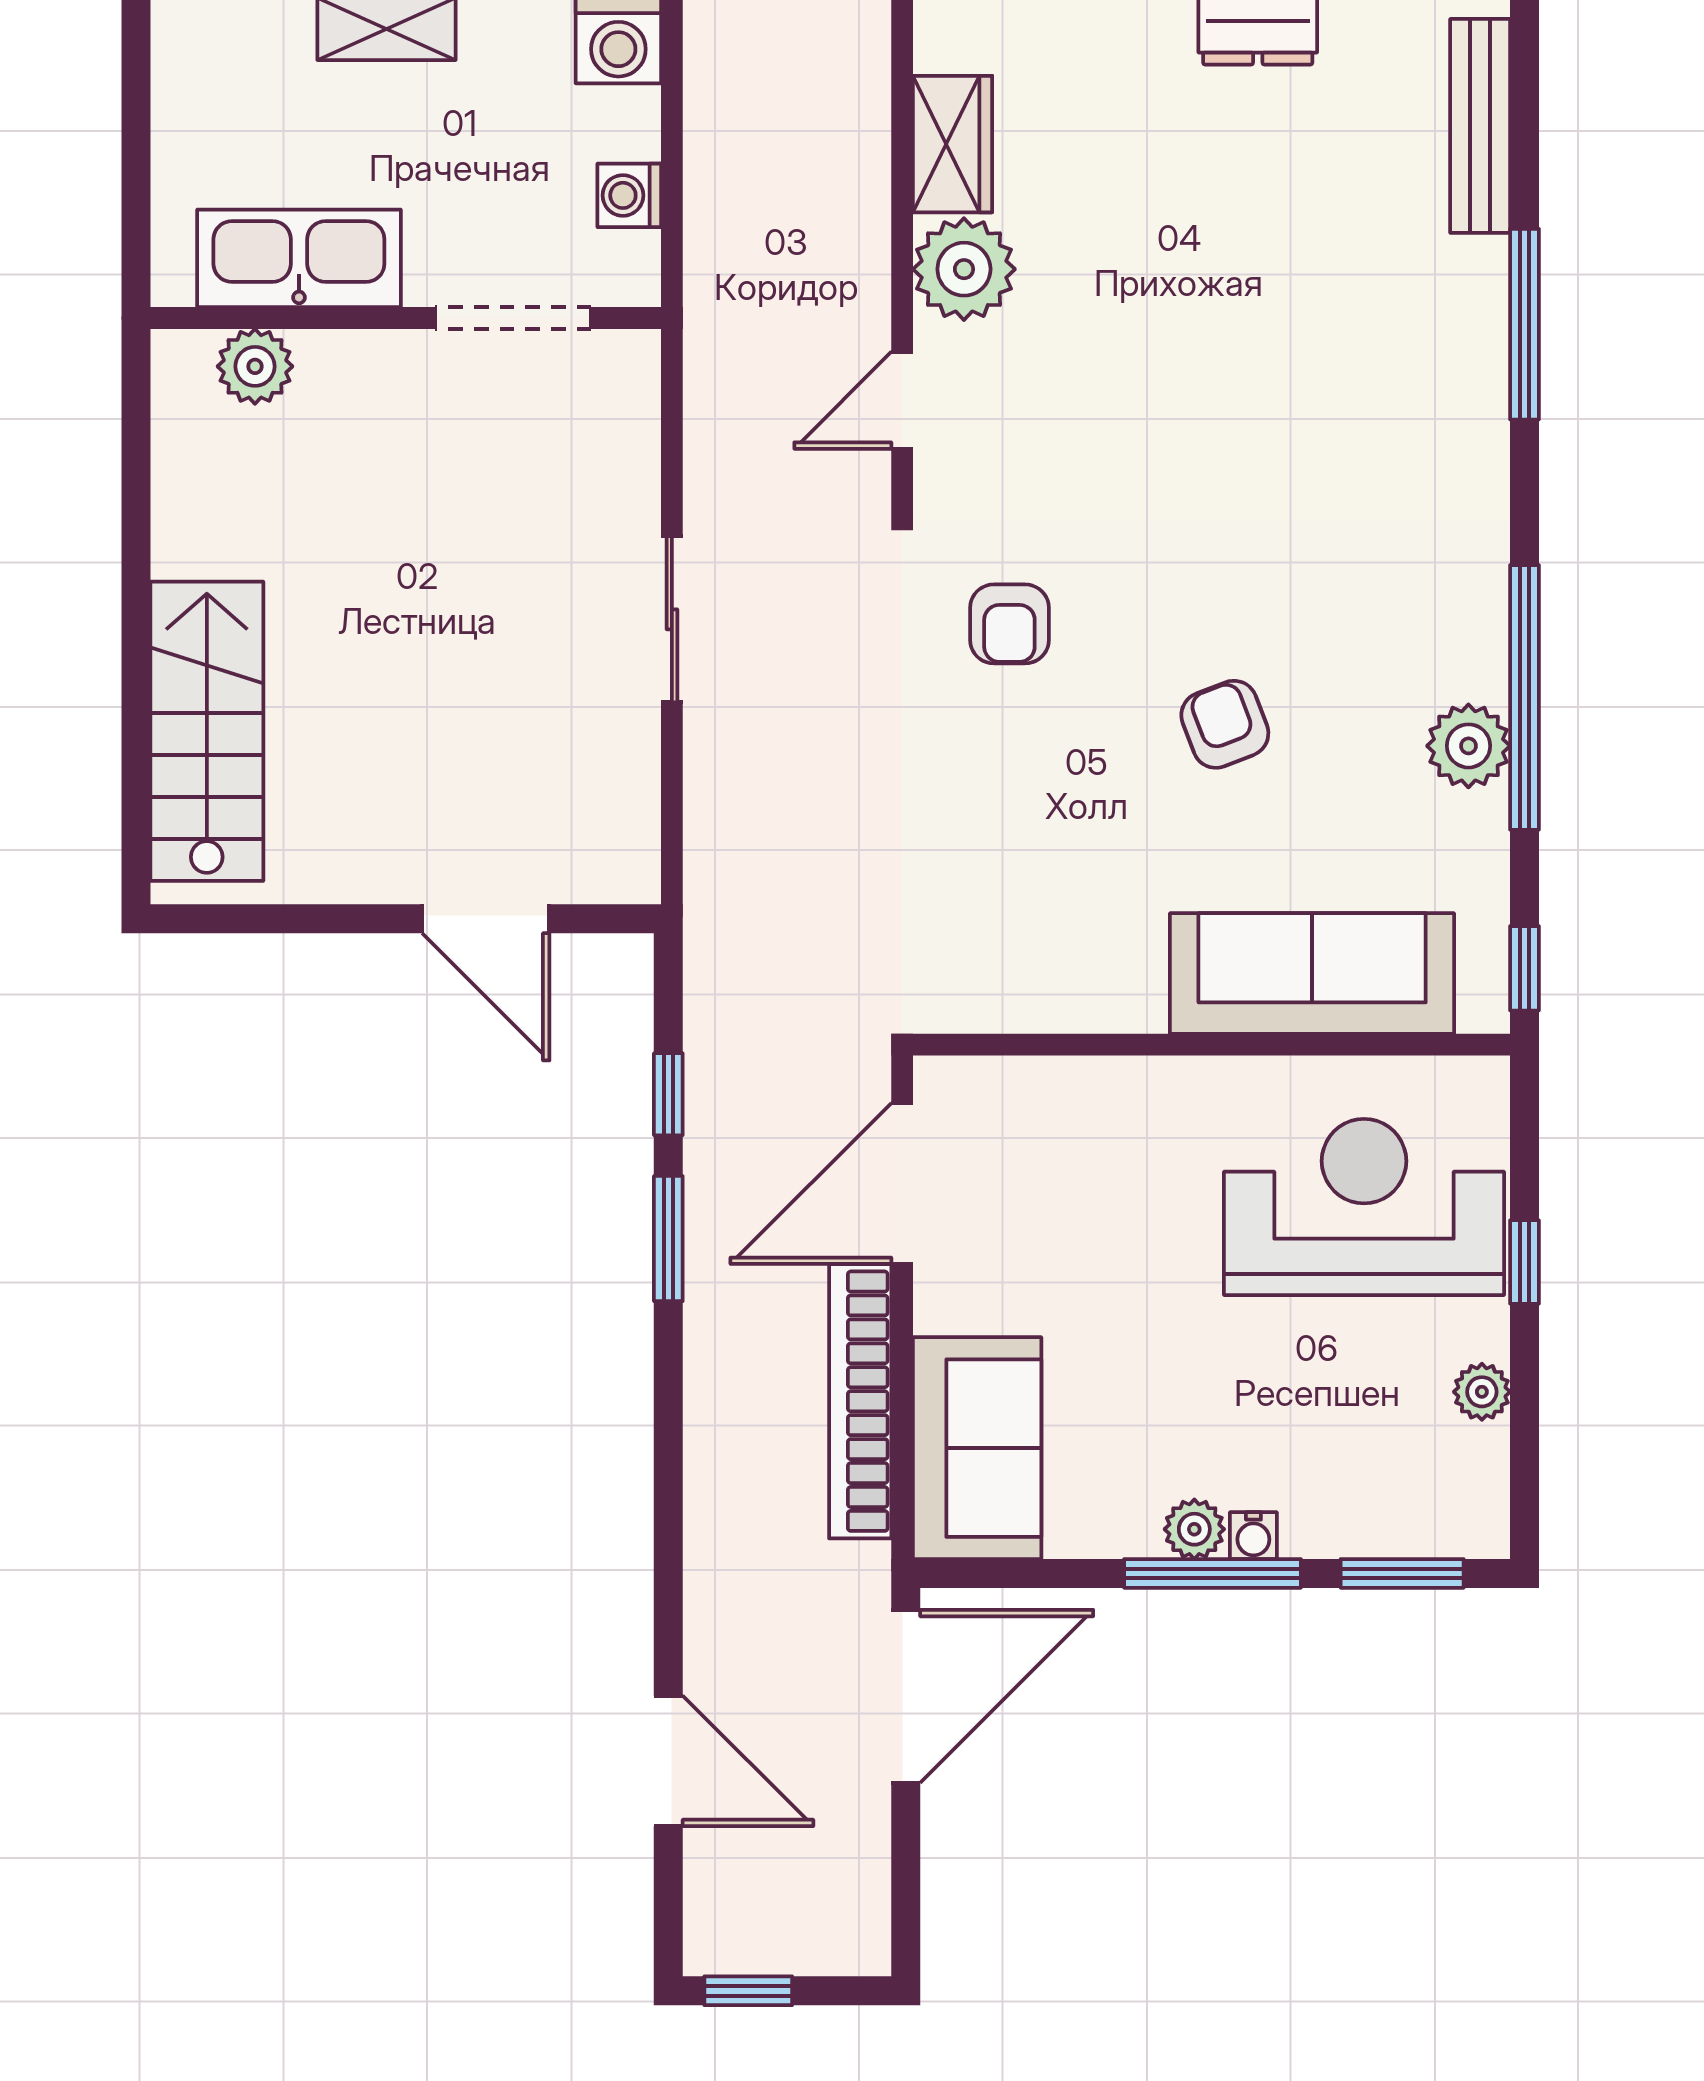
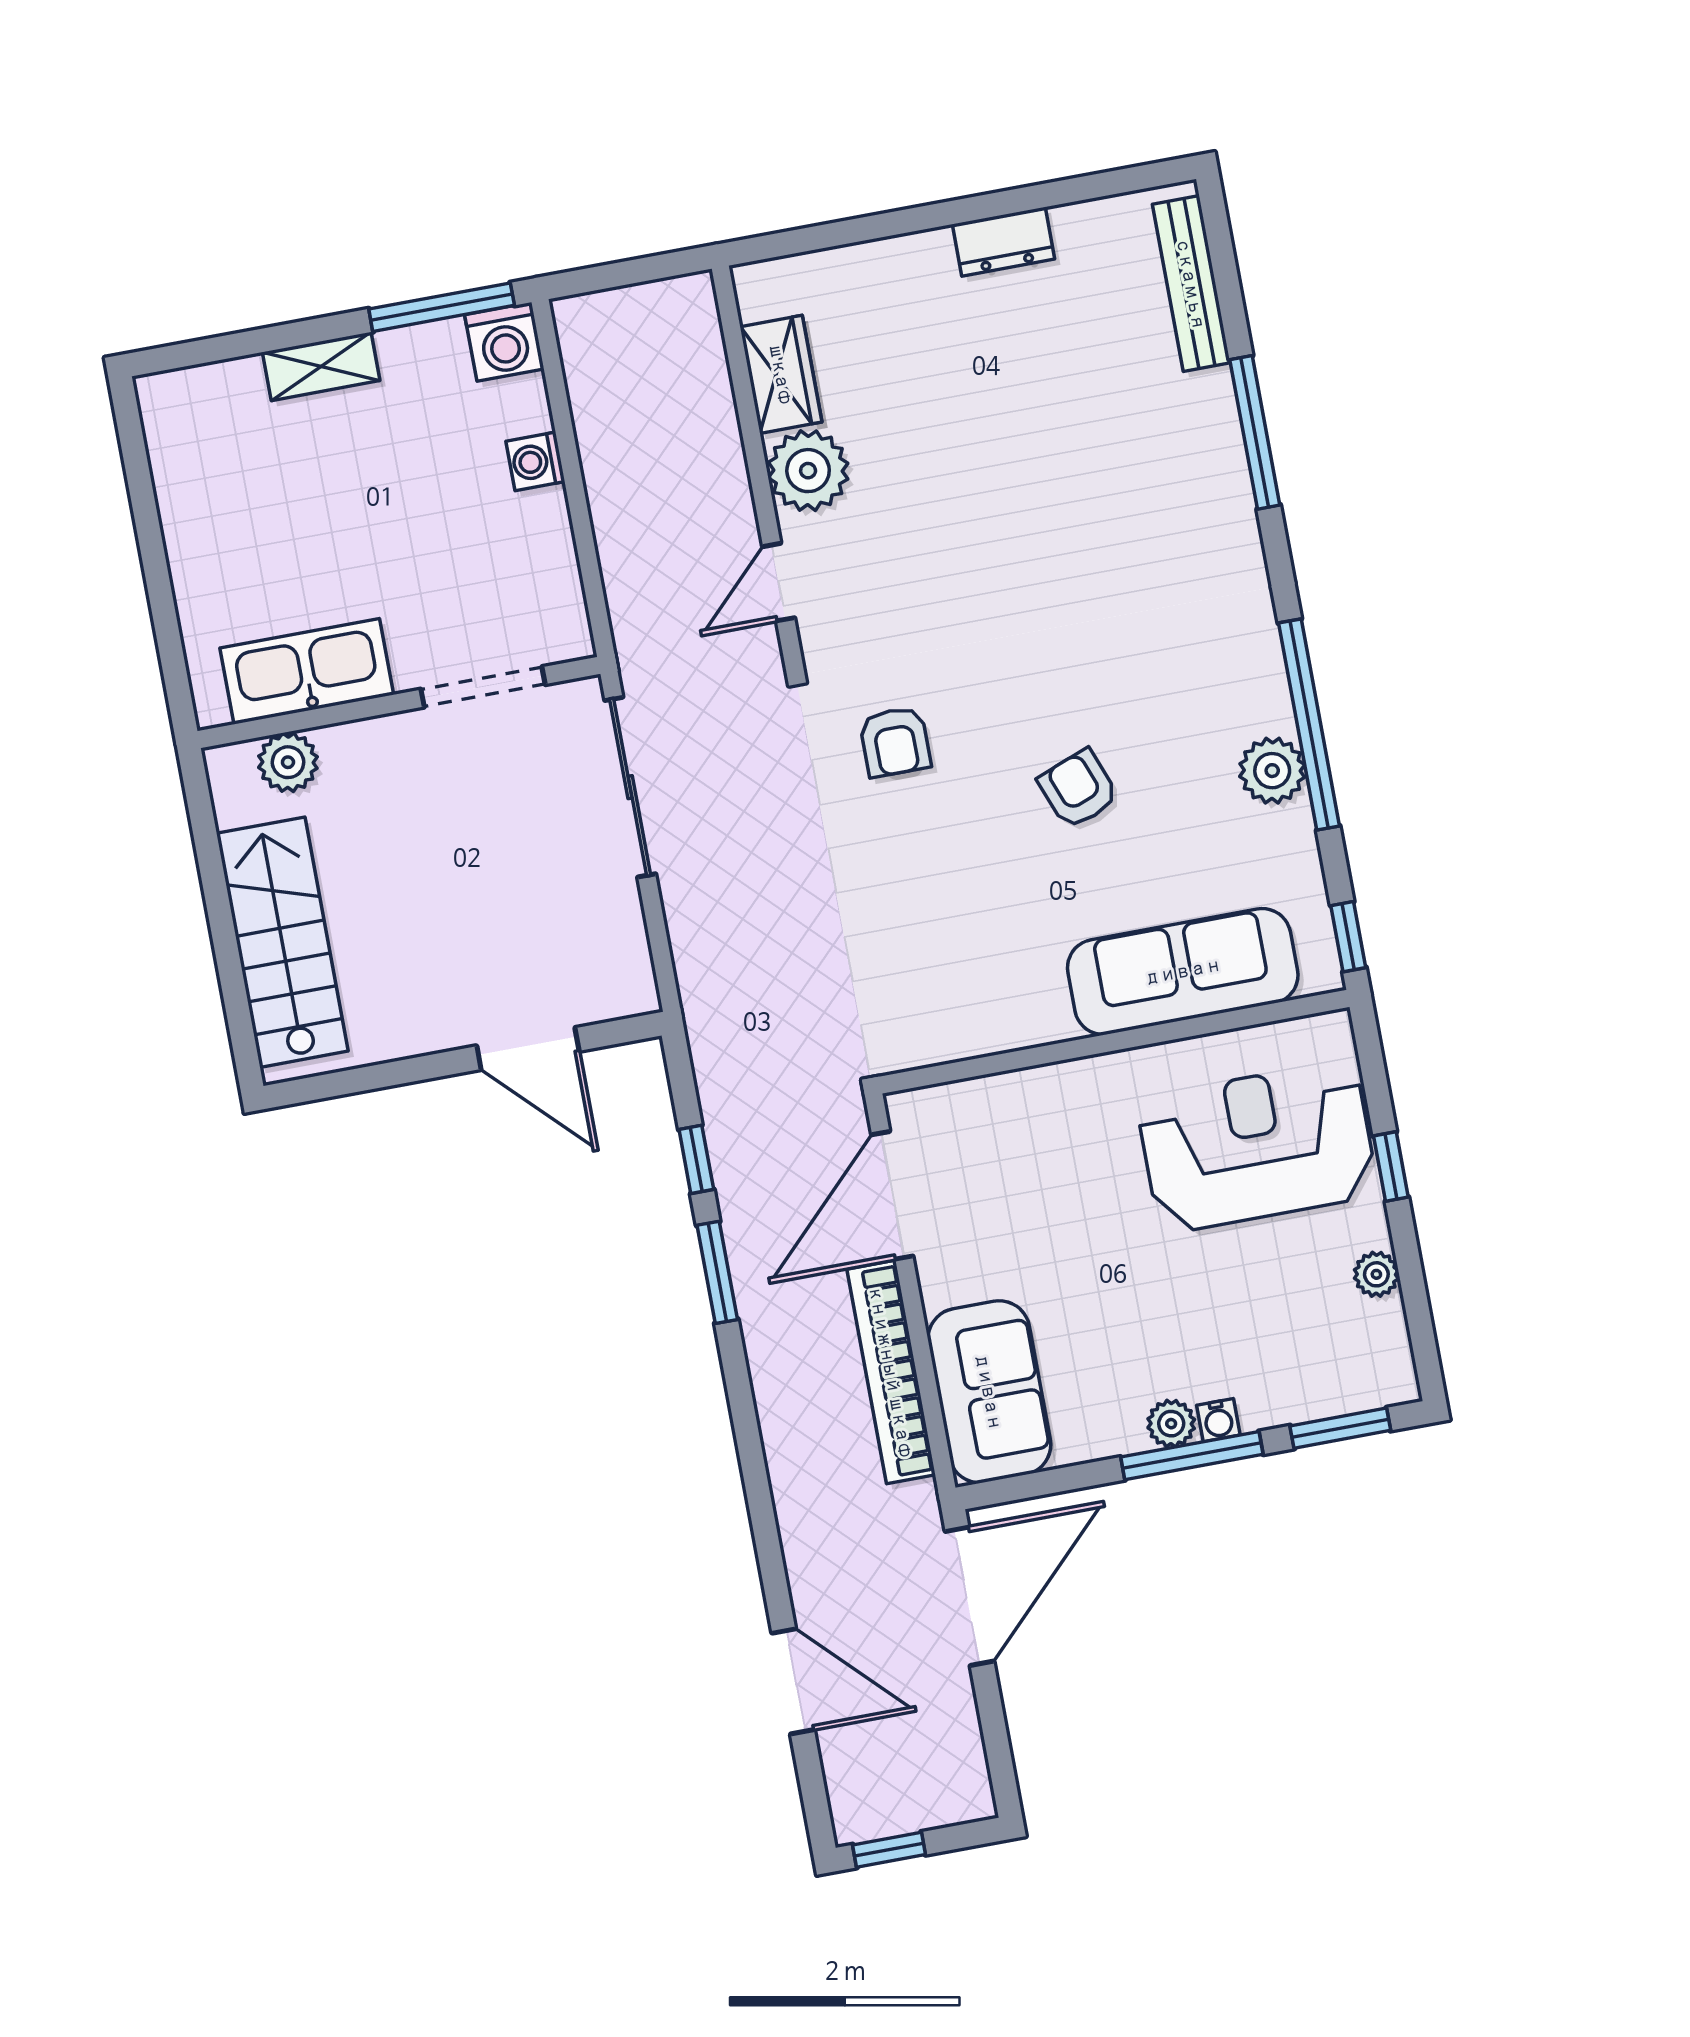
kitchen sink: (299, 258) -> (307, 671), moved
wall: (406, 318) -> (399, 702), moved
doorway: (513, 318) -> (483, 687), moved
plant: (255, 366) -> (288, 762), moved
sliding door: (672, 619) -> (630, 787), width x1.37

